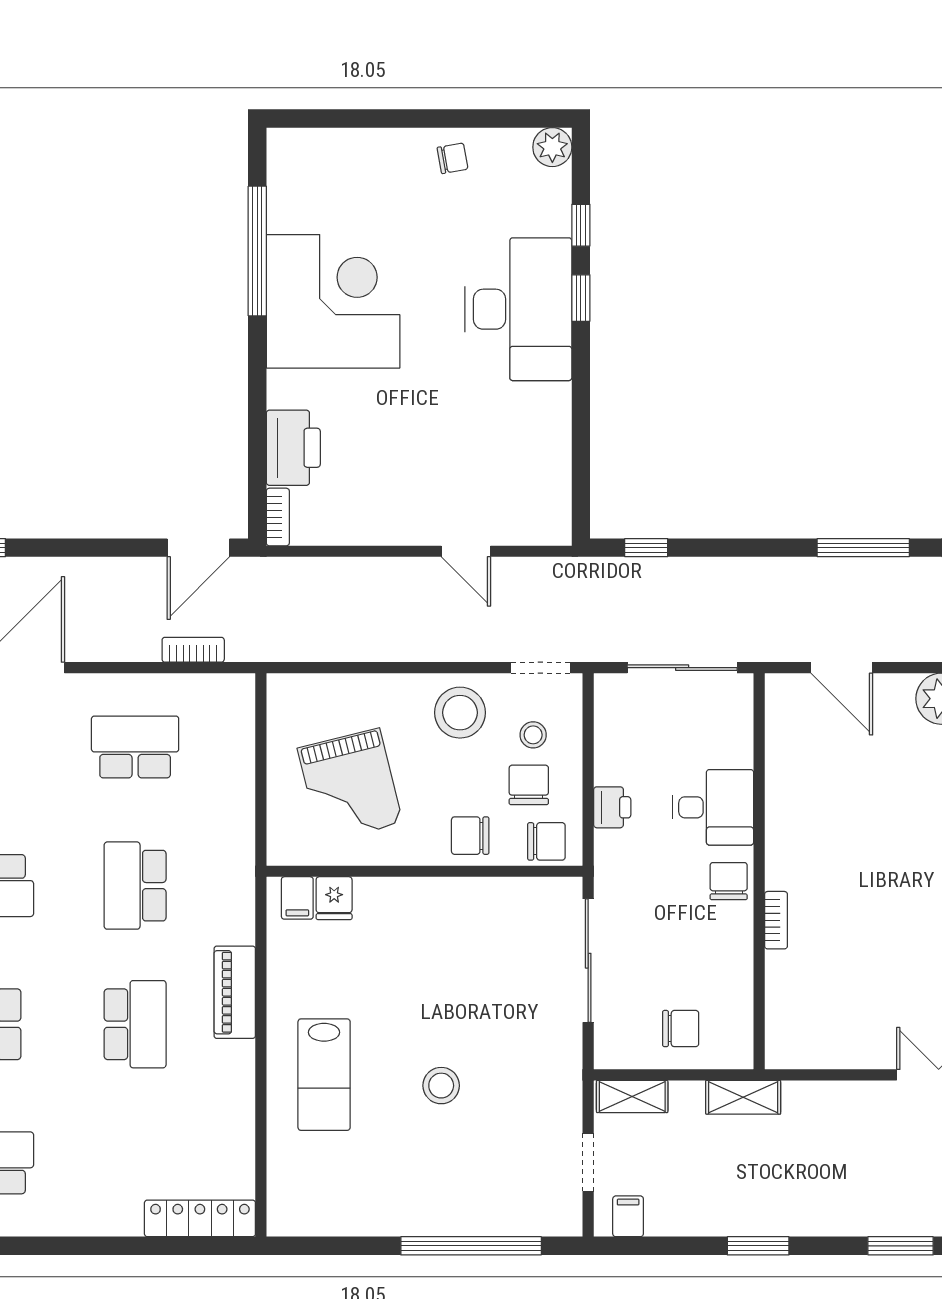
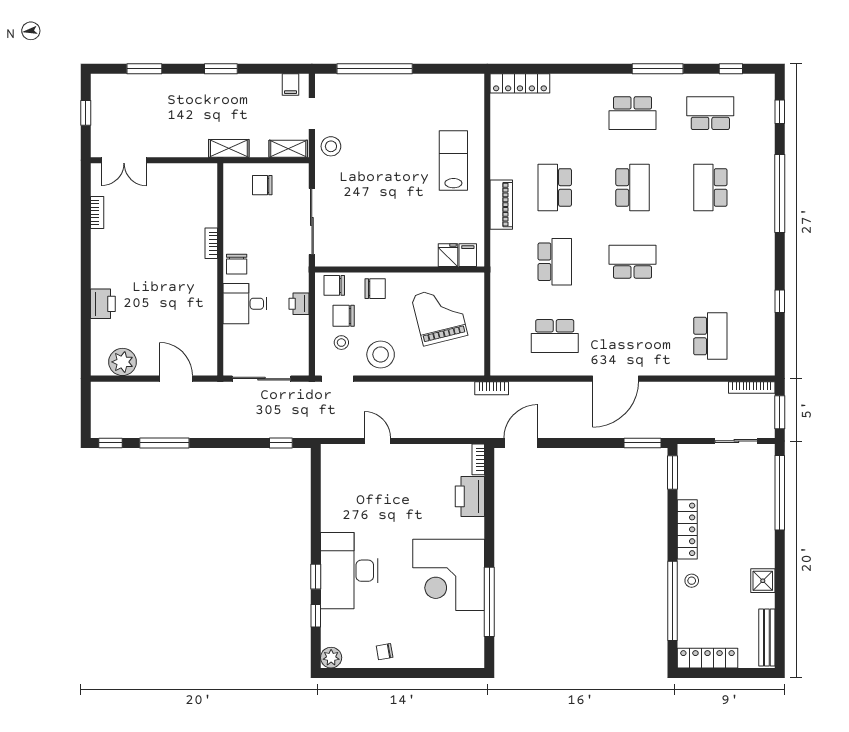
bookcase: (193, 650) -> (492, 388), moved
chair: (529, 785) -> (344, 316), turned 90
stool: (441, 1086) -> (331, 146), moved

